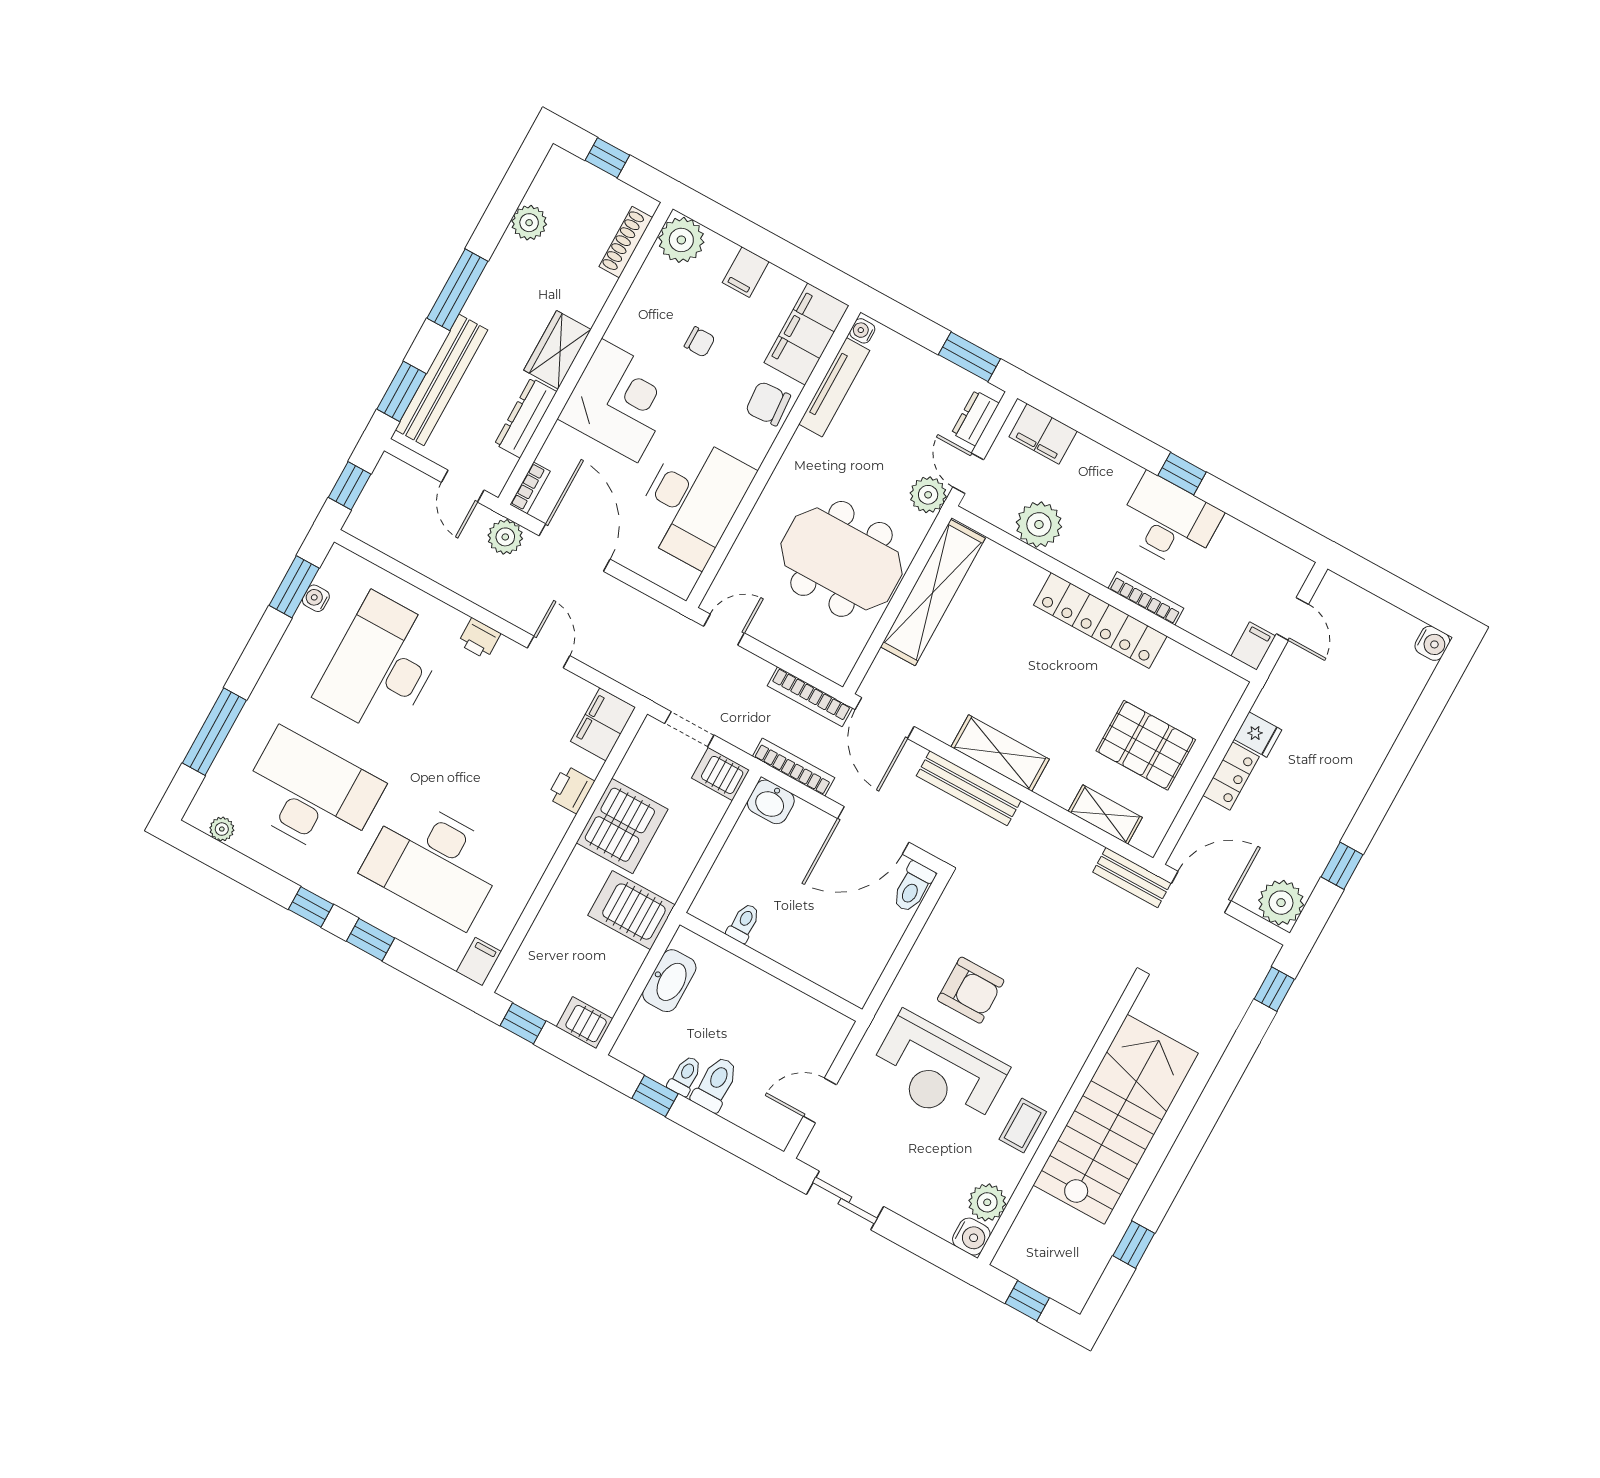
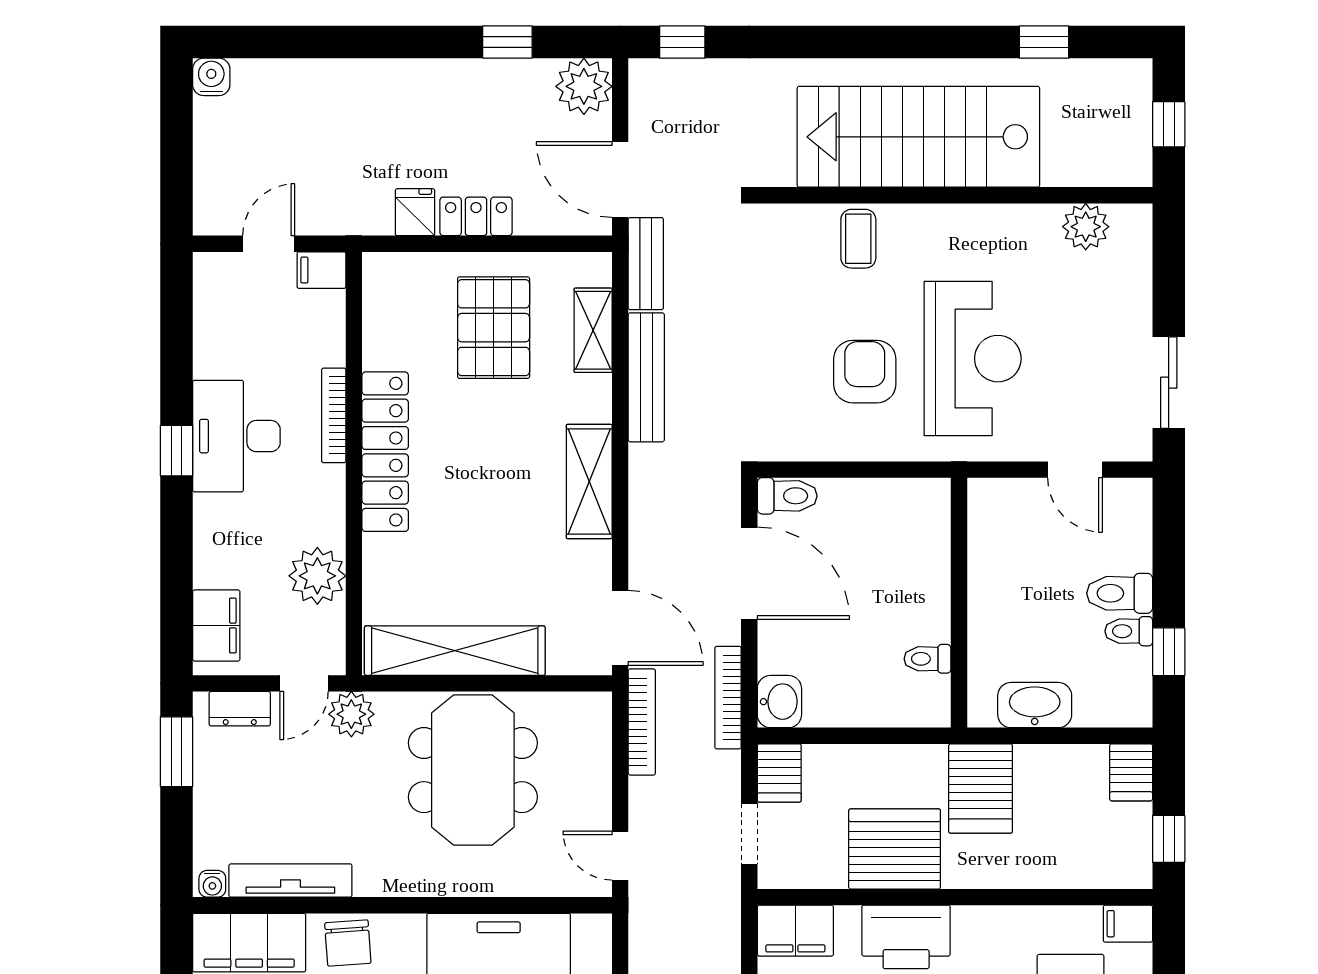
door: (885, 718) -> (620, 628), hinge flipped
bench: (969, 788) -> (646, 377), moved
printer: (571, 789) -> (906, 937), width x1.87, depth x1.48
coffee table: (1023, 1125) -> (858, 239), moved, turned 90
water cooler: (971, 1237) -> (1132, 224), removed

